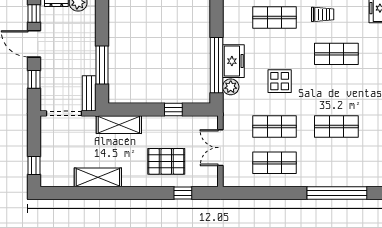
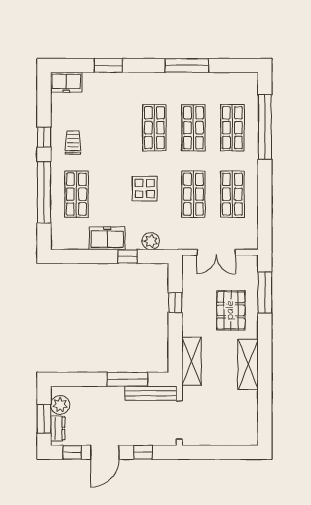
shop shelf: (336, 54) -> (154, 128), moved
freezer: (233, 61) -> (107, 238), moved
window: (216, 65) -> (128, 256), width x0.32
bench: (89, 93) -> (151, 393), width x1.36
shop shelf: (336, 163) -> (232, 128), added
window: (34, 165) -> (235, 452), removed
shelving: (98, 177) -> (248, 364), moved
window: (183, 193) -> (265, 292), width x2.17

